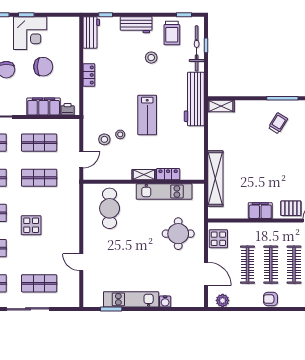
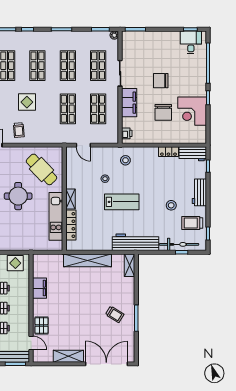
corner desk: (30, 33) -> (192, 111), moved
locker: (89, 75) -> (168, 152), moved
filing cabinet: (44, 106) -> (129, 103), moved
lab bench: (147, 115) -> (122, 202), turned 180
stool: (104, 139) -> (125, 160), moved
locker: (168, 174) -> (71, 225), width x1.53
shelving: (215, 178) -> (88, 260), moved
cafe table: (110, 208) -> (41, 169), turned 46
filing cabinet: (260, 211) -> (40, 288), moved
round table: (178, 234) -> (18, 196), moved
trolley: (64, 235) -> (19, 130), added

